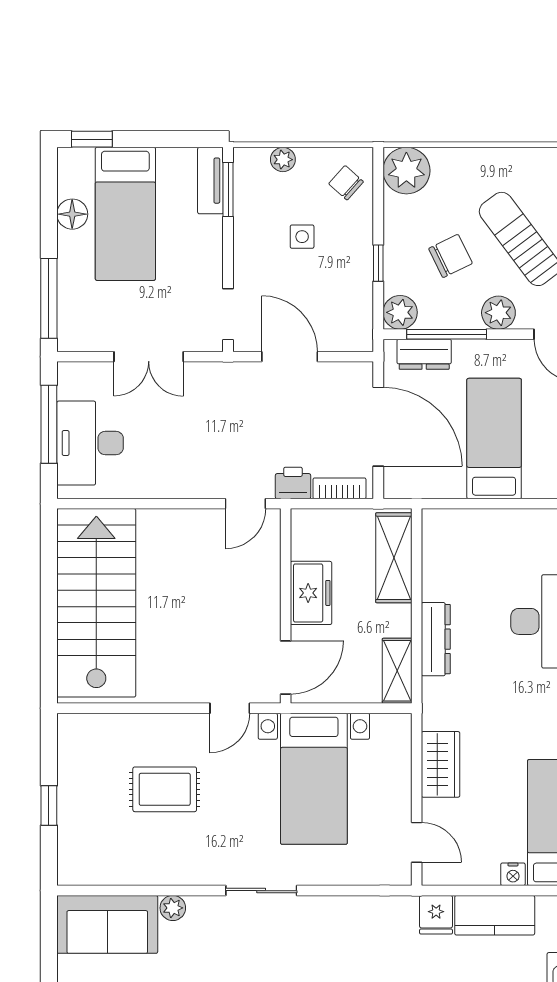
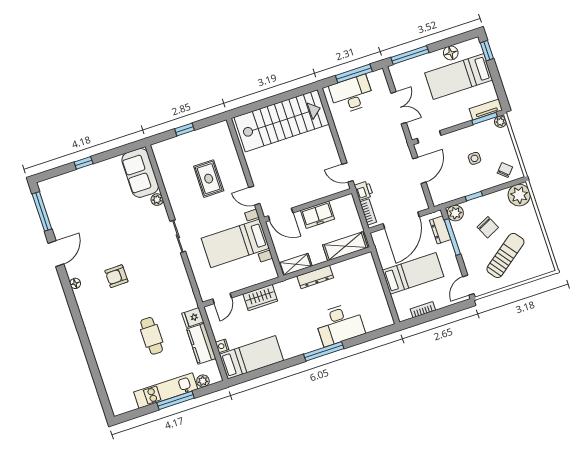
plant: (283, 160) -> (500, 122), moved
plant: (498, 313) -> (470, 257), removed
double door: (149, 357) -> (399, 108), swing flipped

